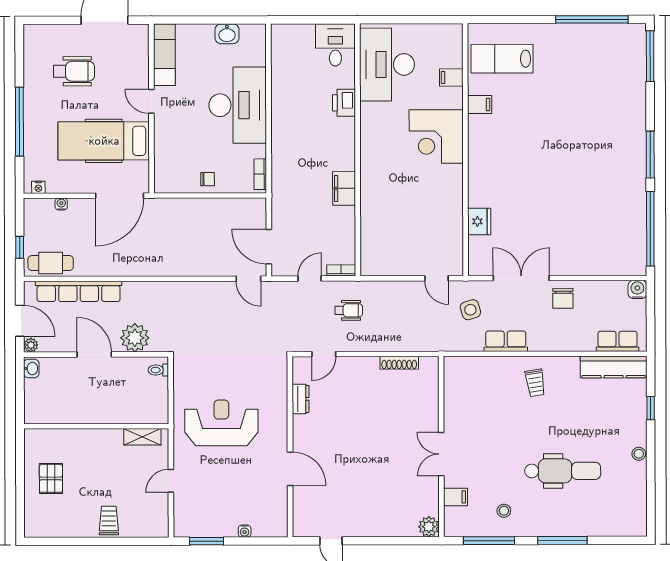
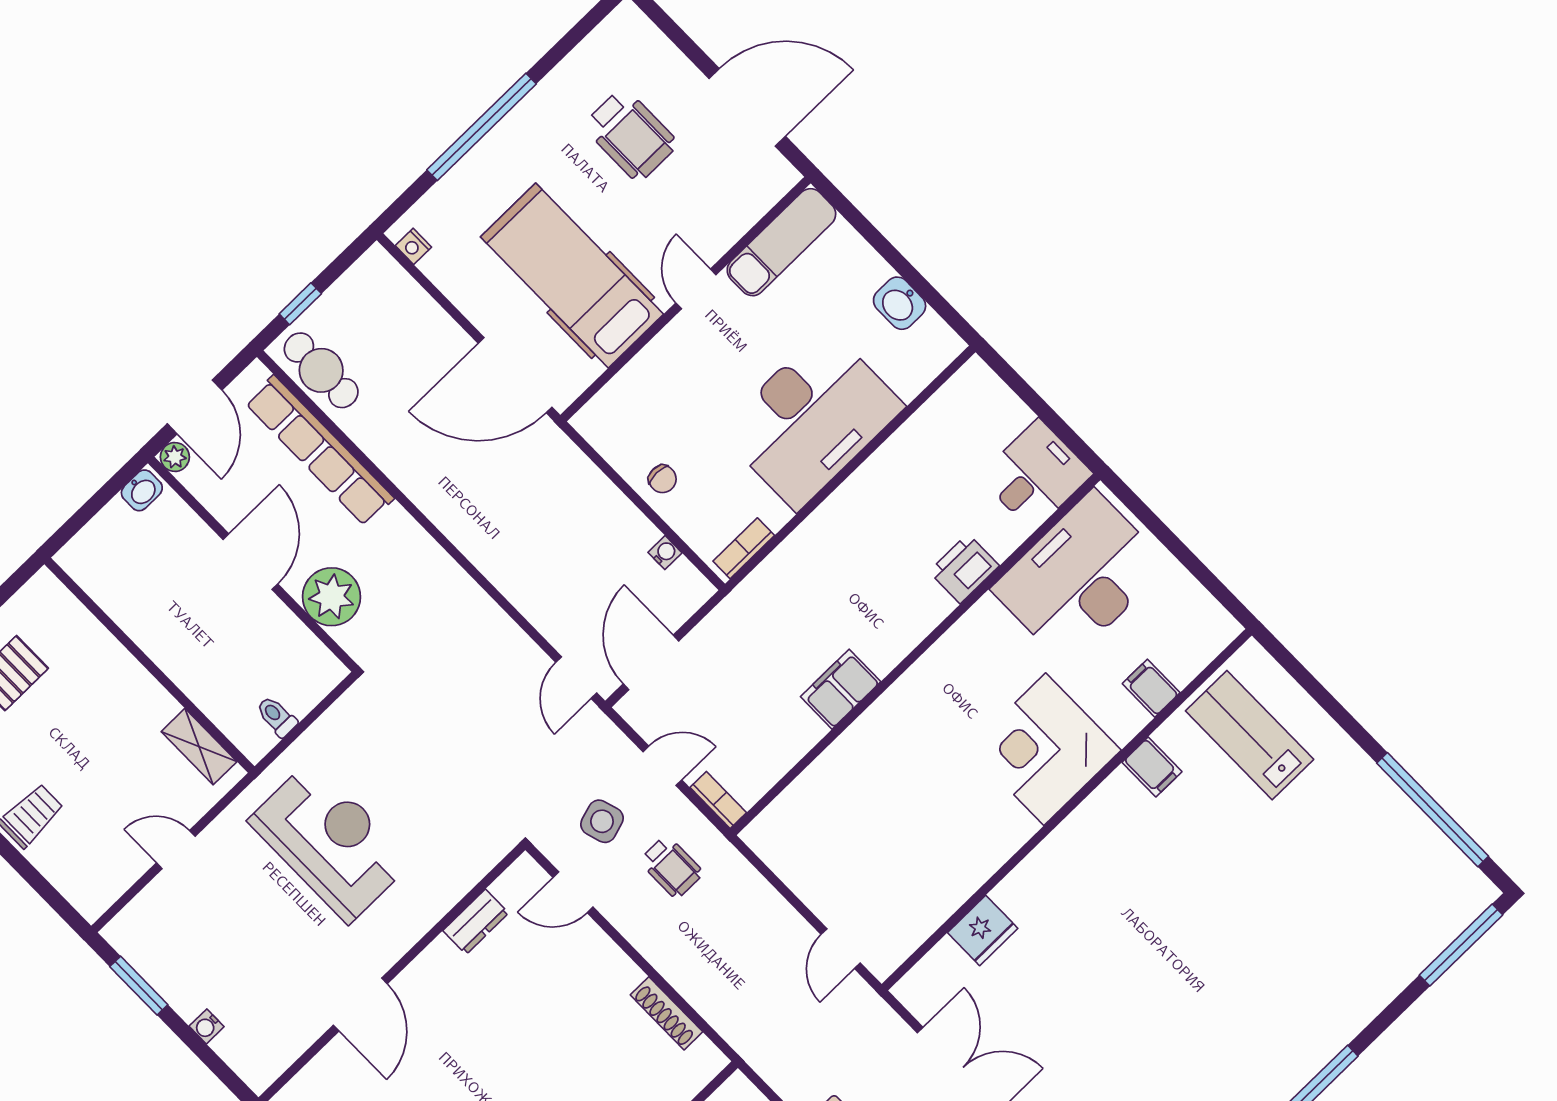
water cooler: (61, 204) -> (665, 553), moved
side table: (470, 310) -> (602, 821), moved
toilet: (158, 370) -> (277, 717), moved

